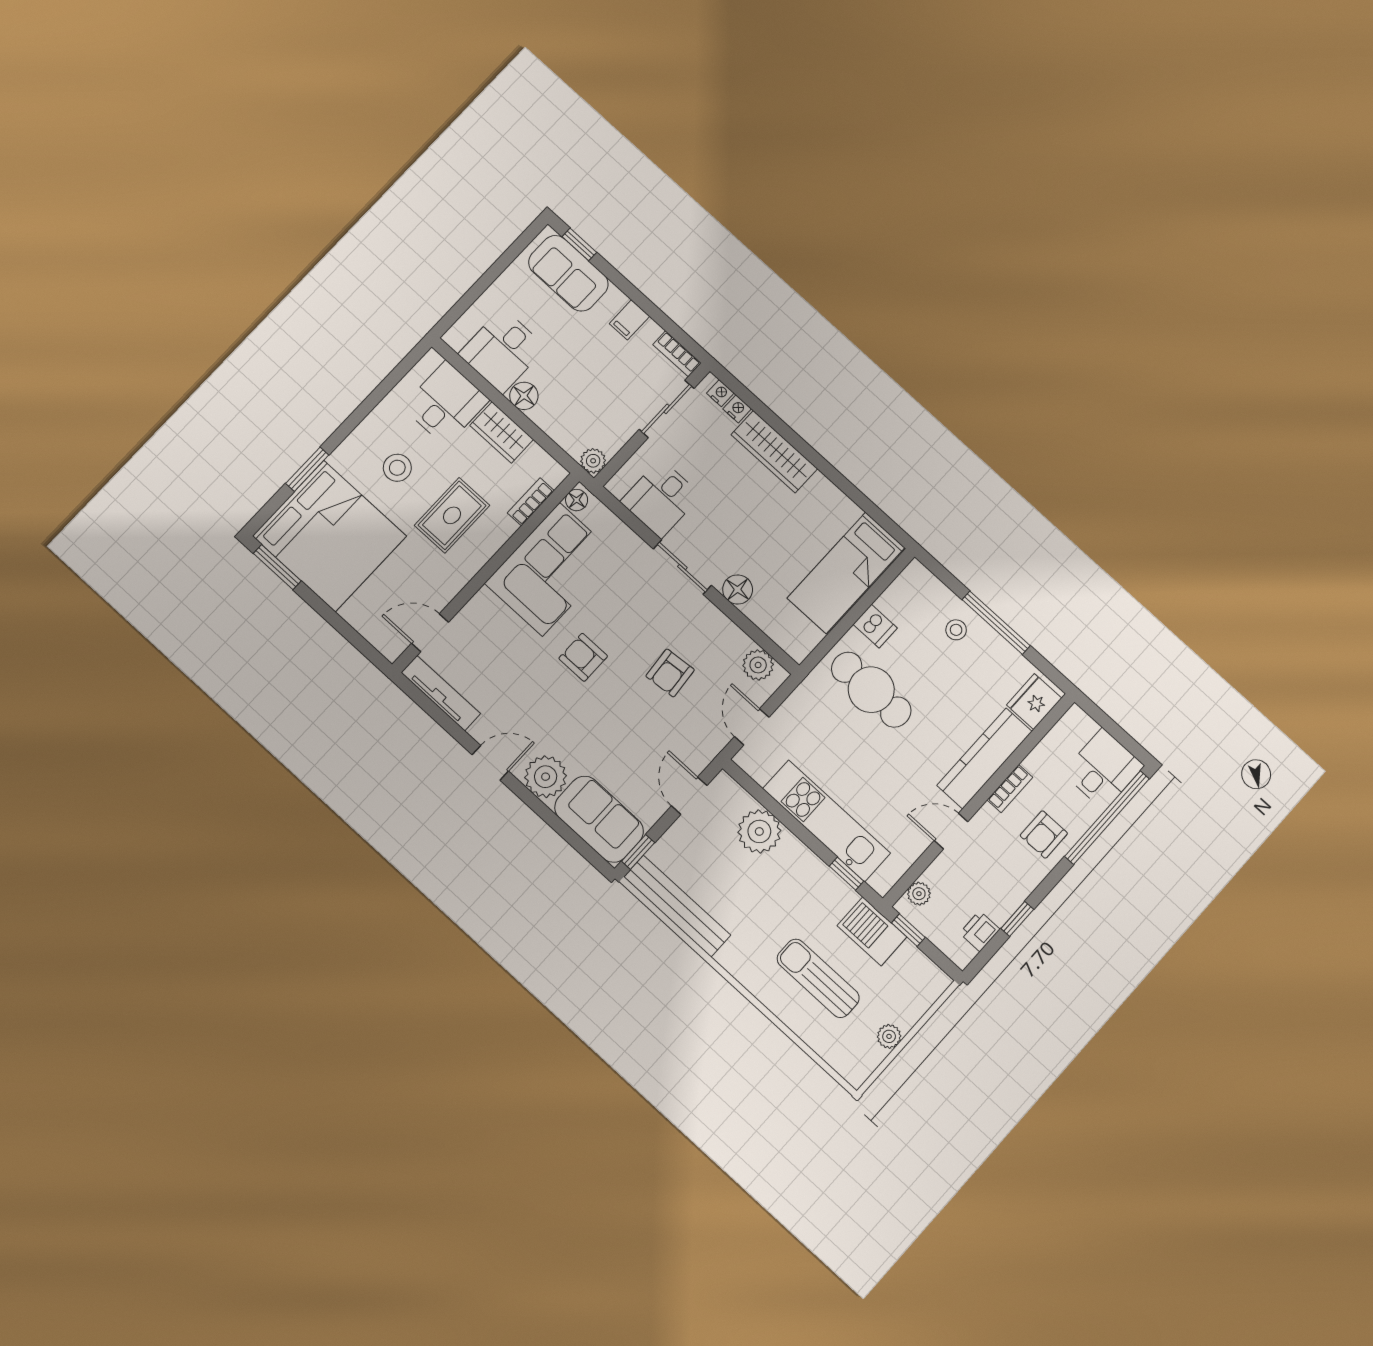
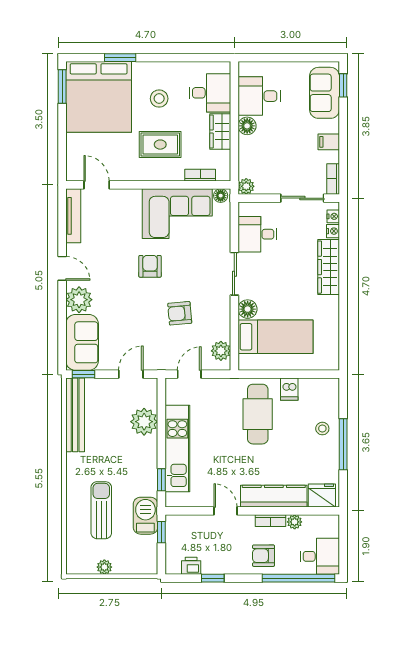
bed: (846, 573) -> (276, 337), moved, turned 180
plant: (919, 894) -> (295, 522), moved

